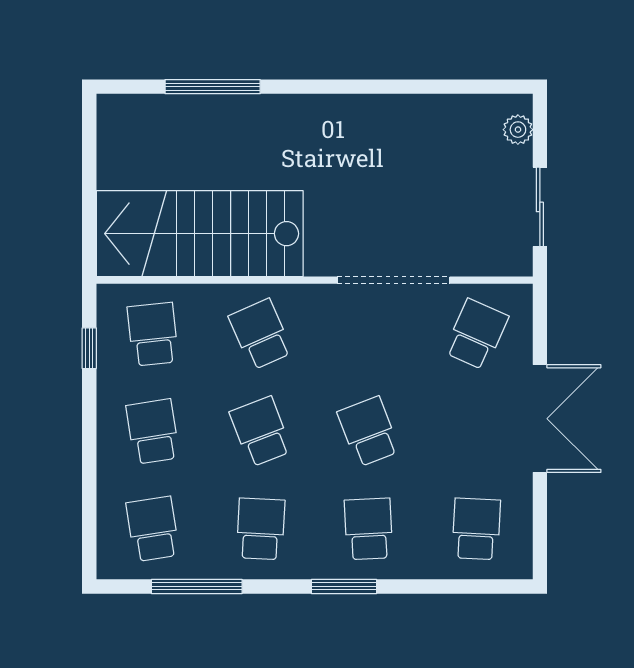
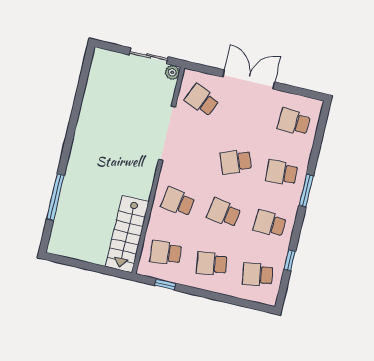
plant: (518, 130) -> (172, 72), moved
stairs: (200, 234) -> (127, 234), width x0.73, depth x0.66
school desk: (261, 334) -> (178, 202), turned 33
school desk: (261, 432) -> (224, 213), turned 30
window: (197, 586) -> (290, 260), width x0.46

